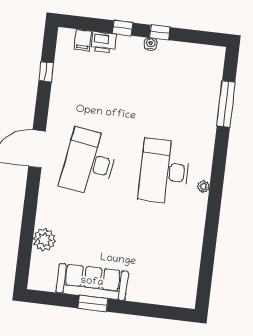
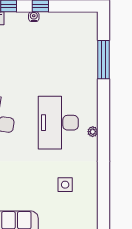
side table: (164, 245) -> (65, 185), added

